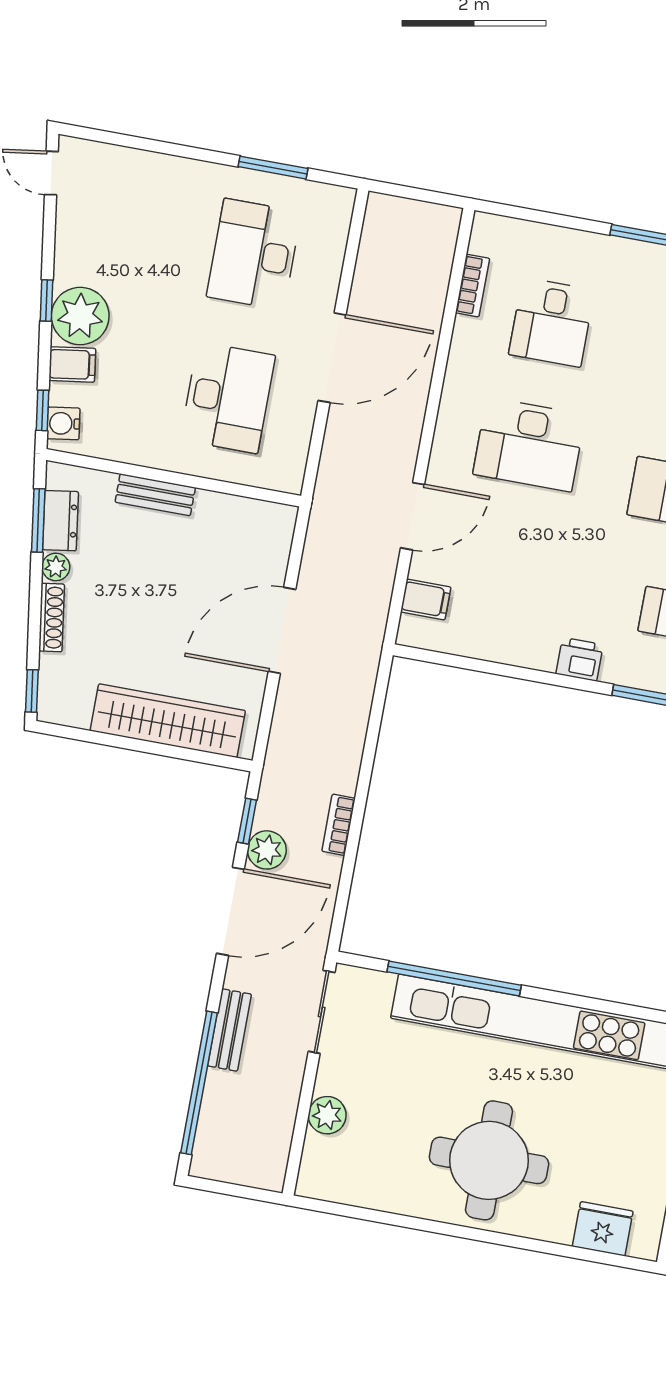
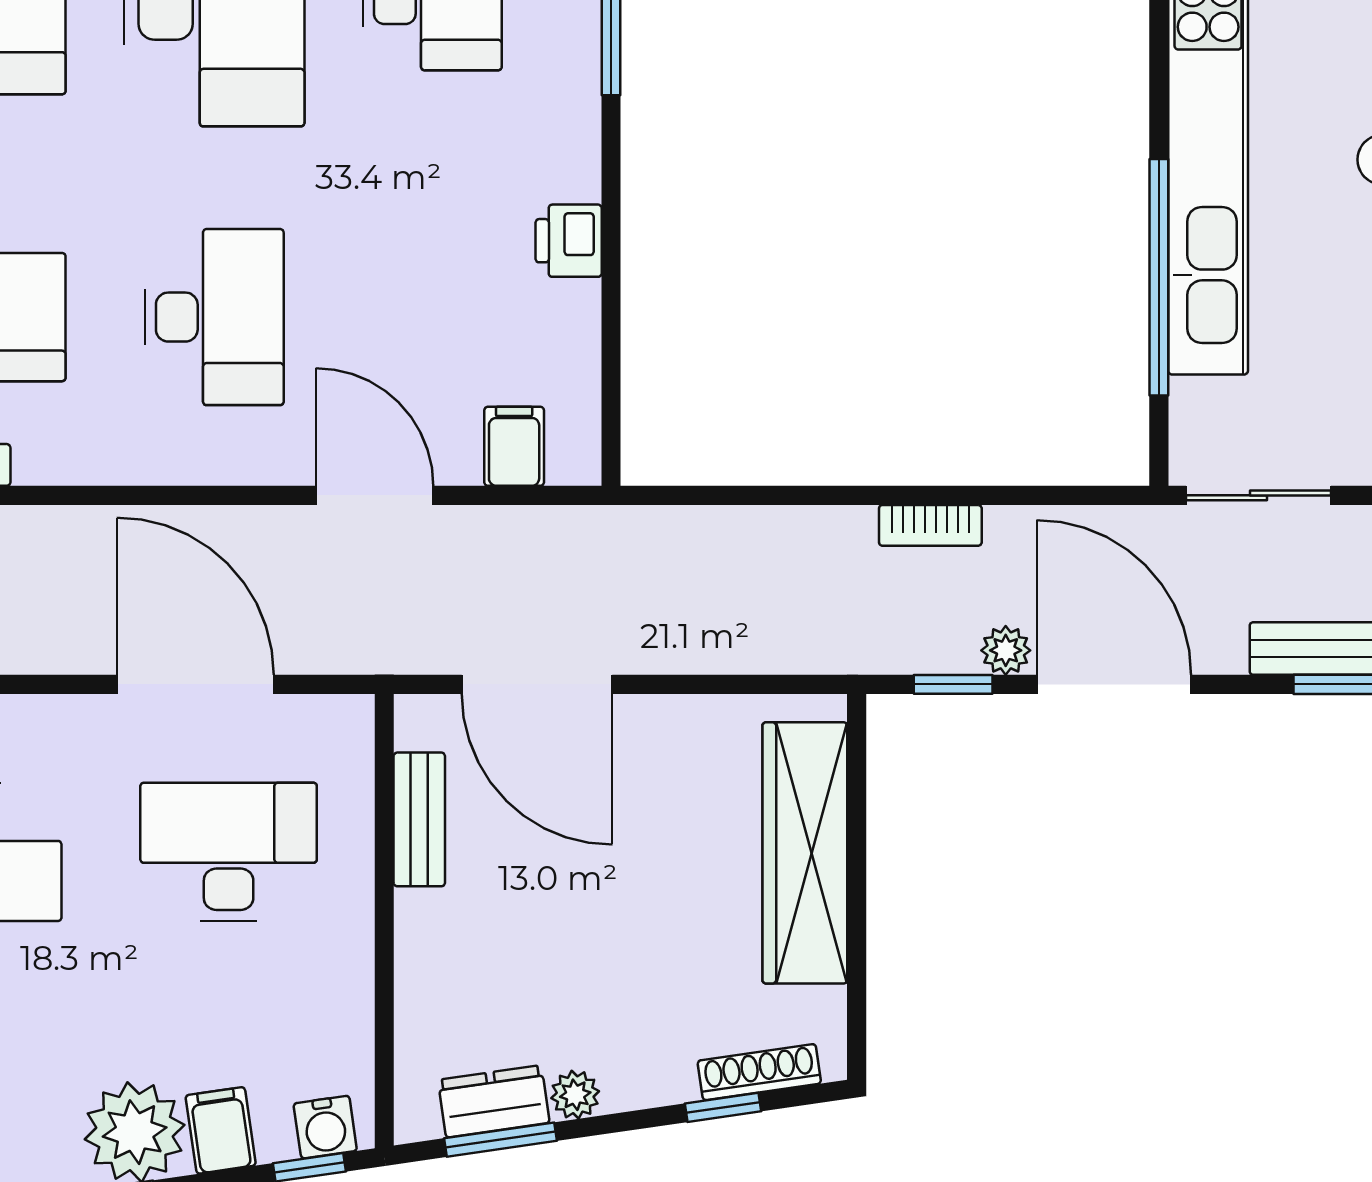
door: (332, 358) -> (195, 684), moved
bench: (155, 495) -> (419, 819), moved
shoe rack: (52, 618) -> (759, 1072), moved
door: (282, 630) -> (537, 684), moved
printer: (579, 659) -> (569, 241), moved
window: (32, 691) -> (723, 1107), moved
plant: (267, 850) -> (1006, 650), width x0.73, depth x0.73

